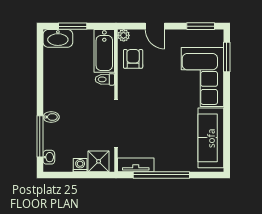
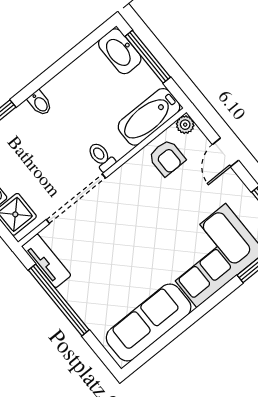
window: (73, 26) -> (148, 57), width x1.44
armchair: (133, 59) -> (167, 158), turned 90
toilet: (105, 79) -> (101, 157), moved
bidet: (51, 117) -> (40, 103), moved

